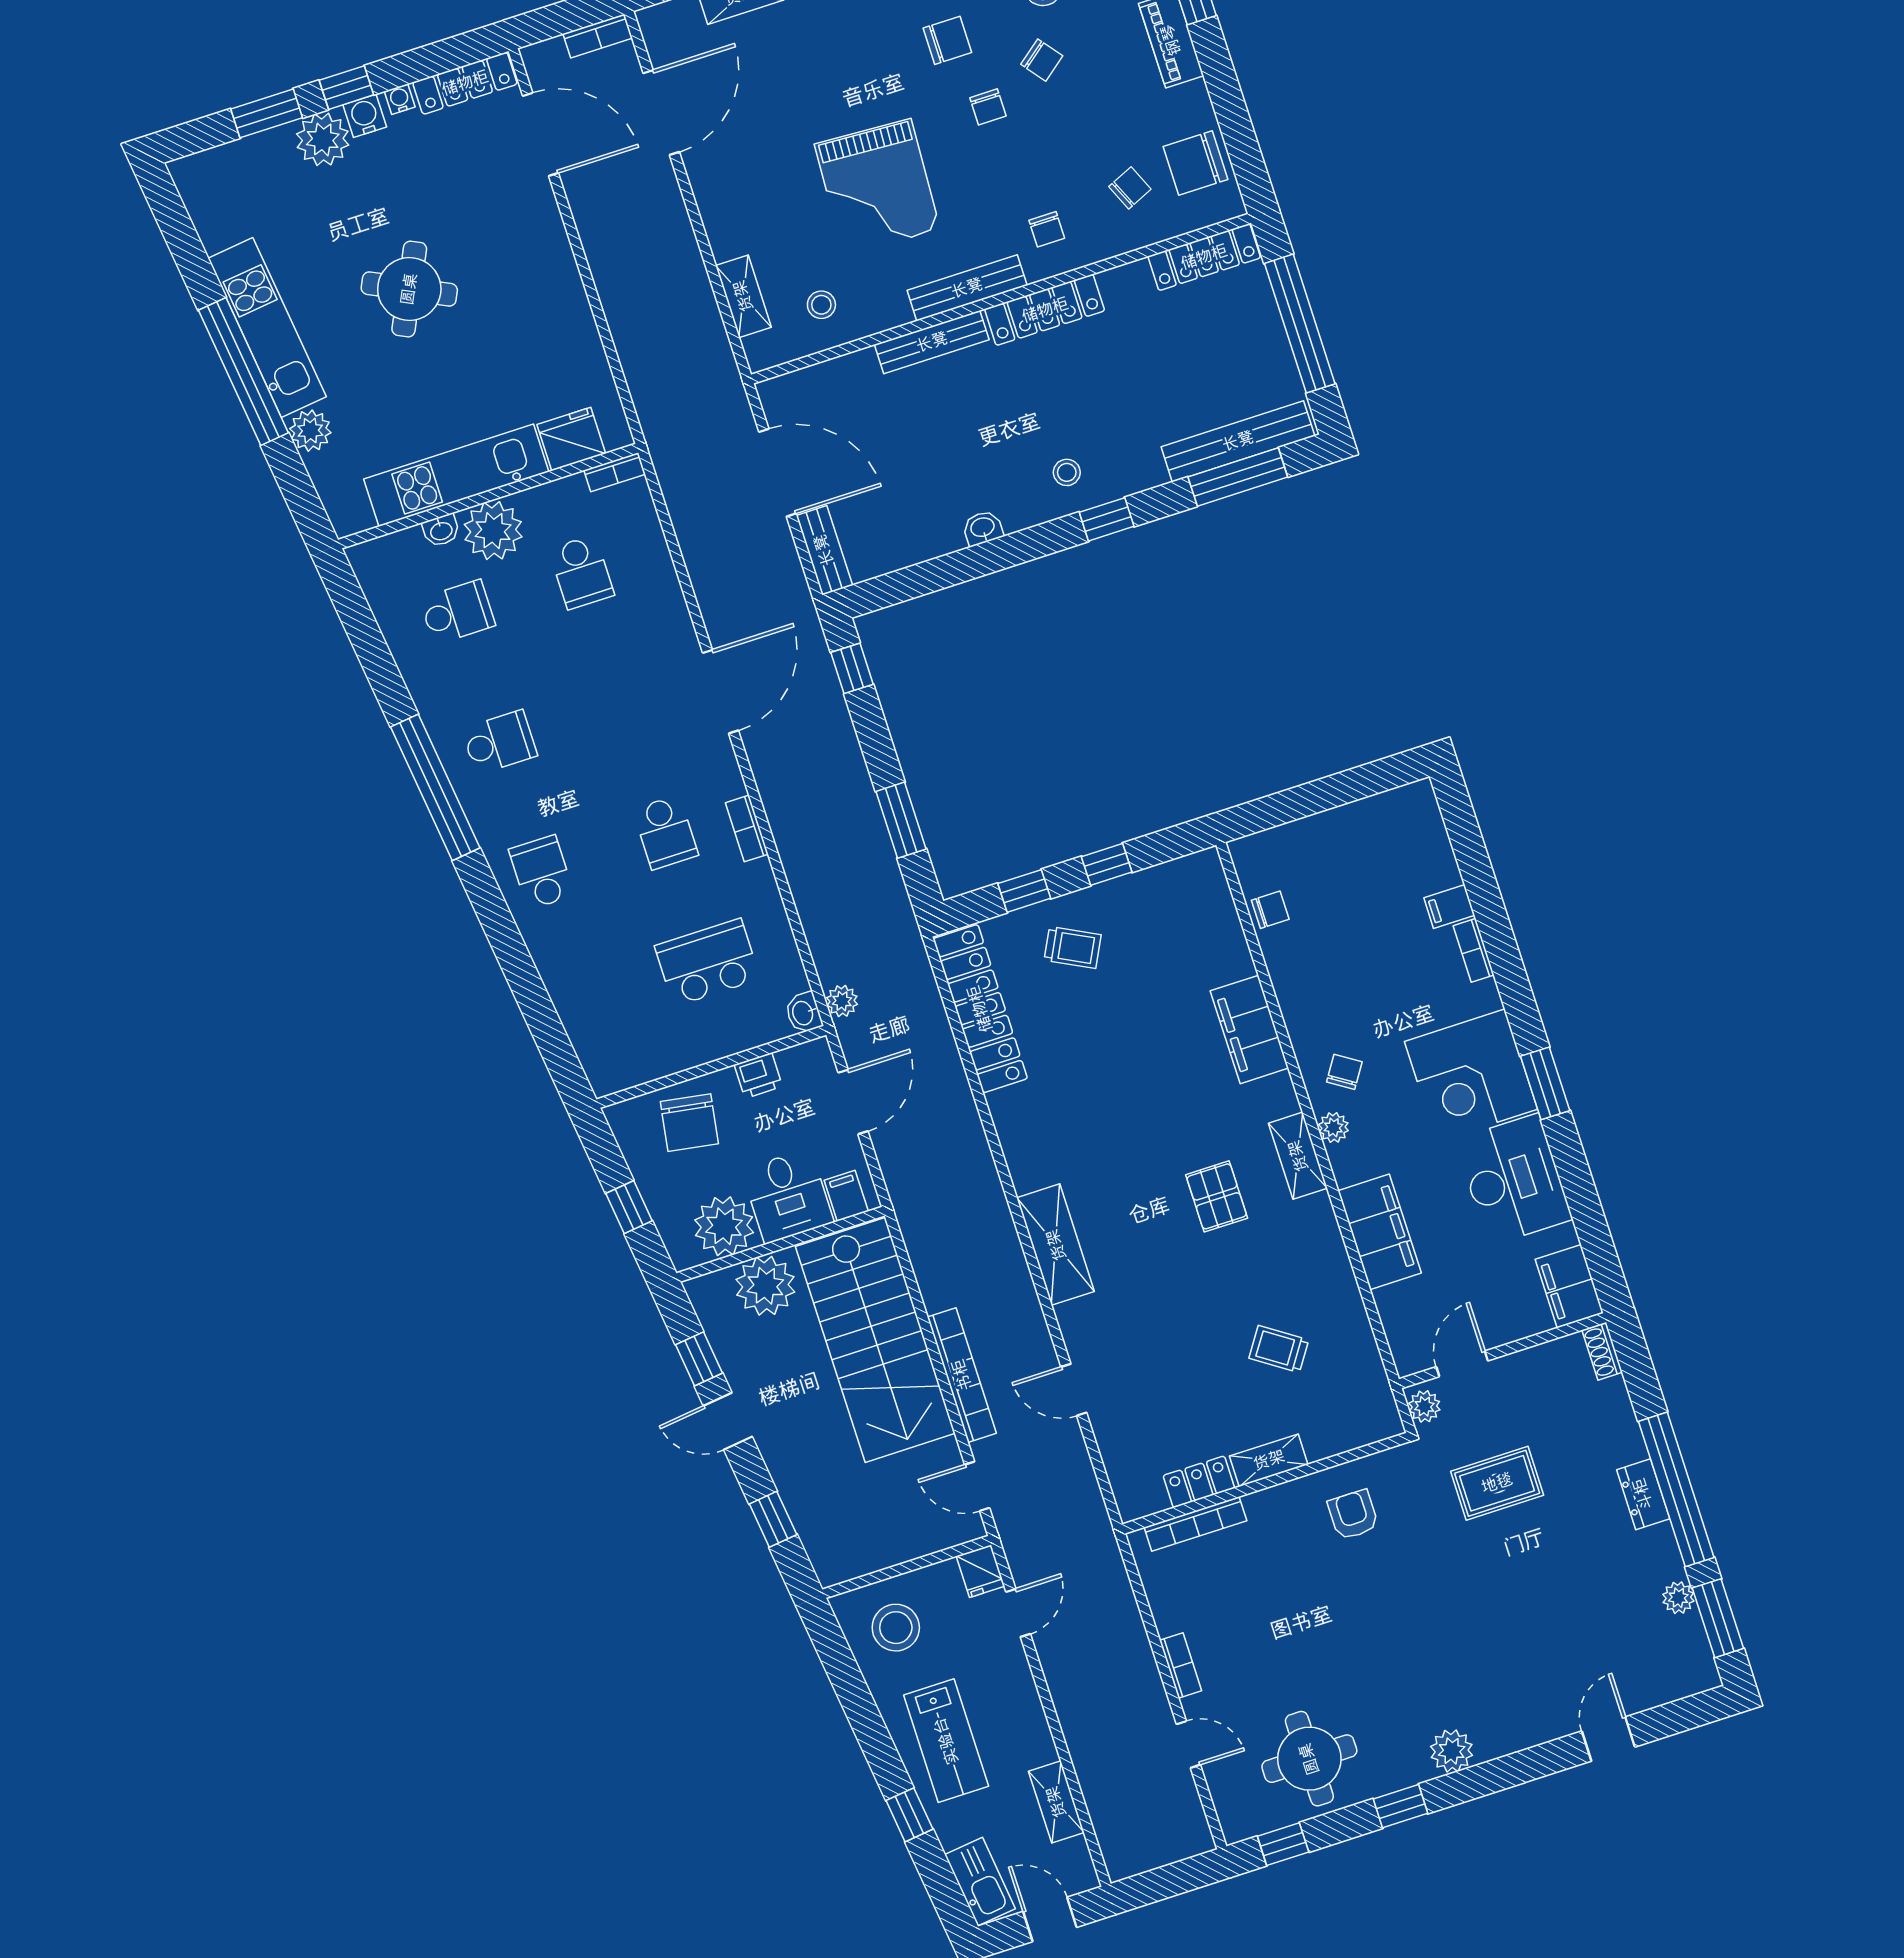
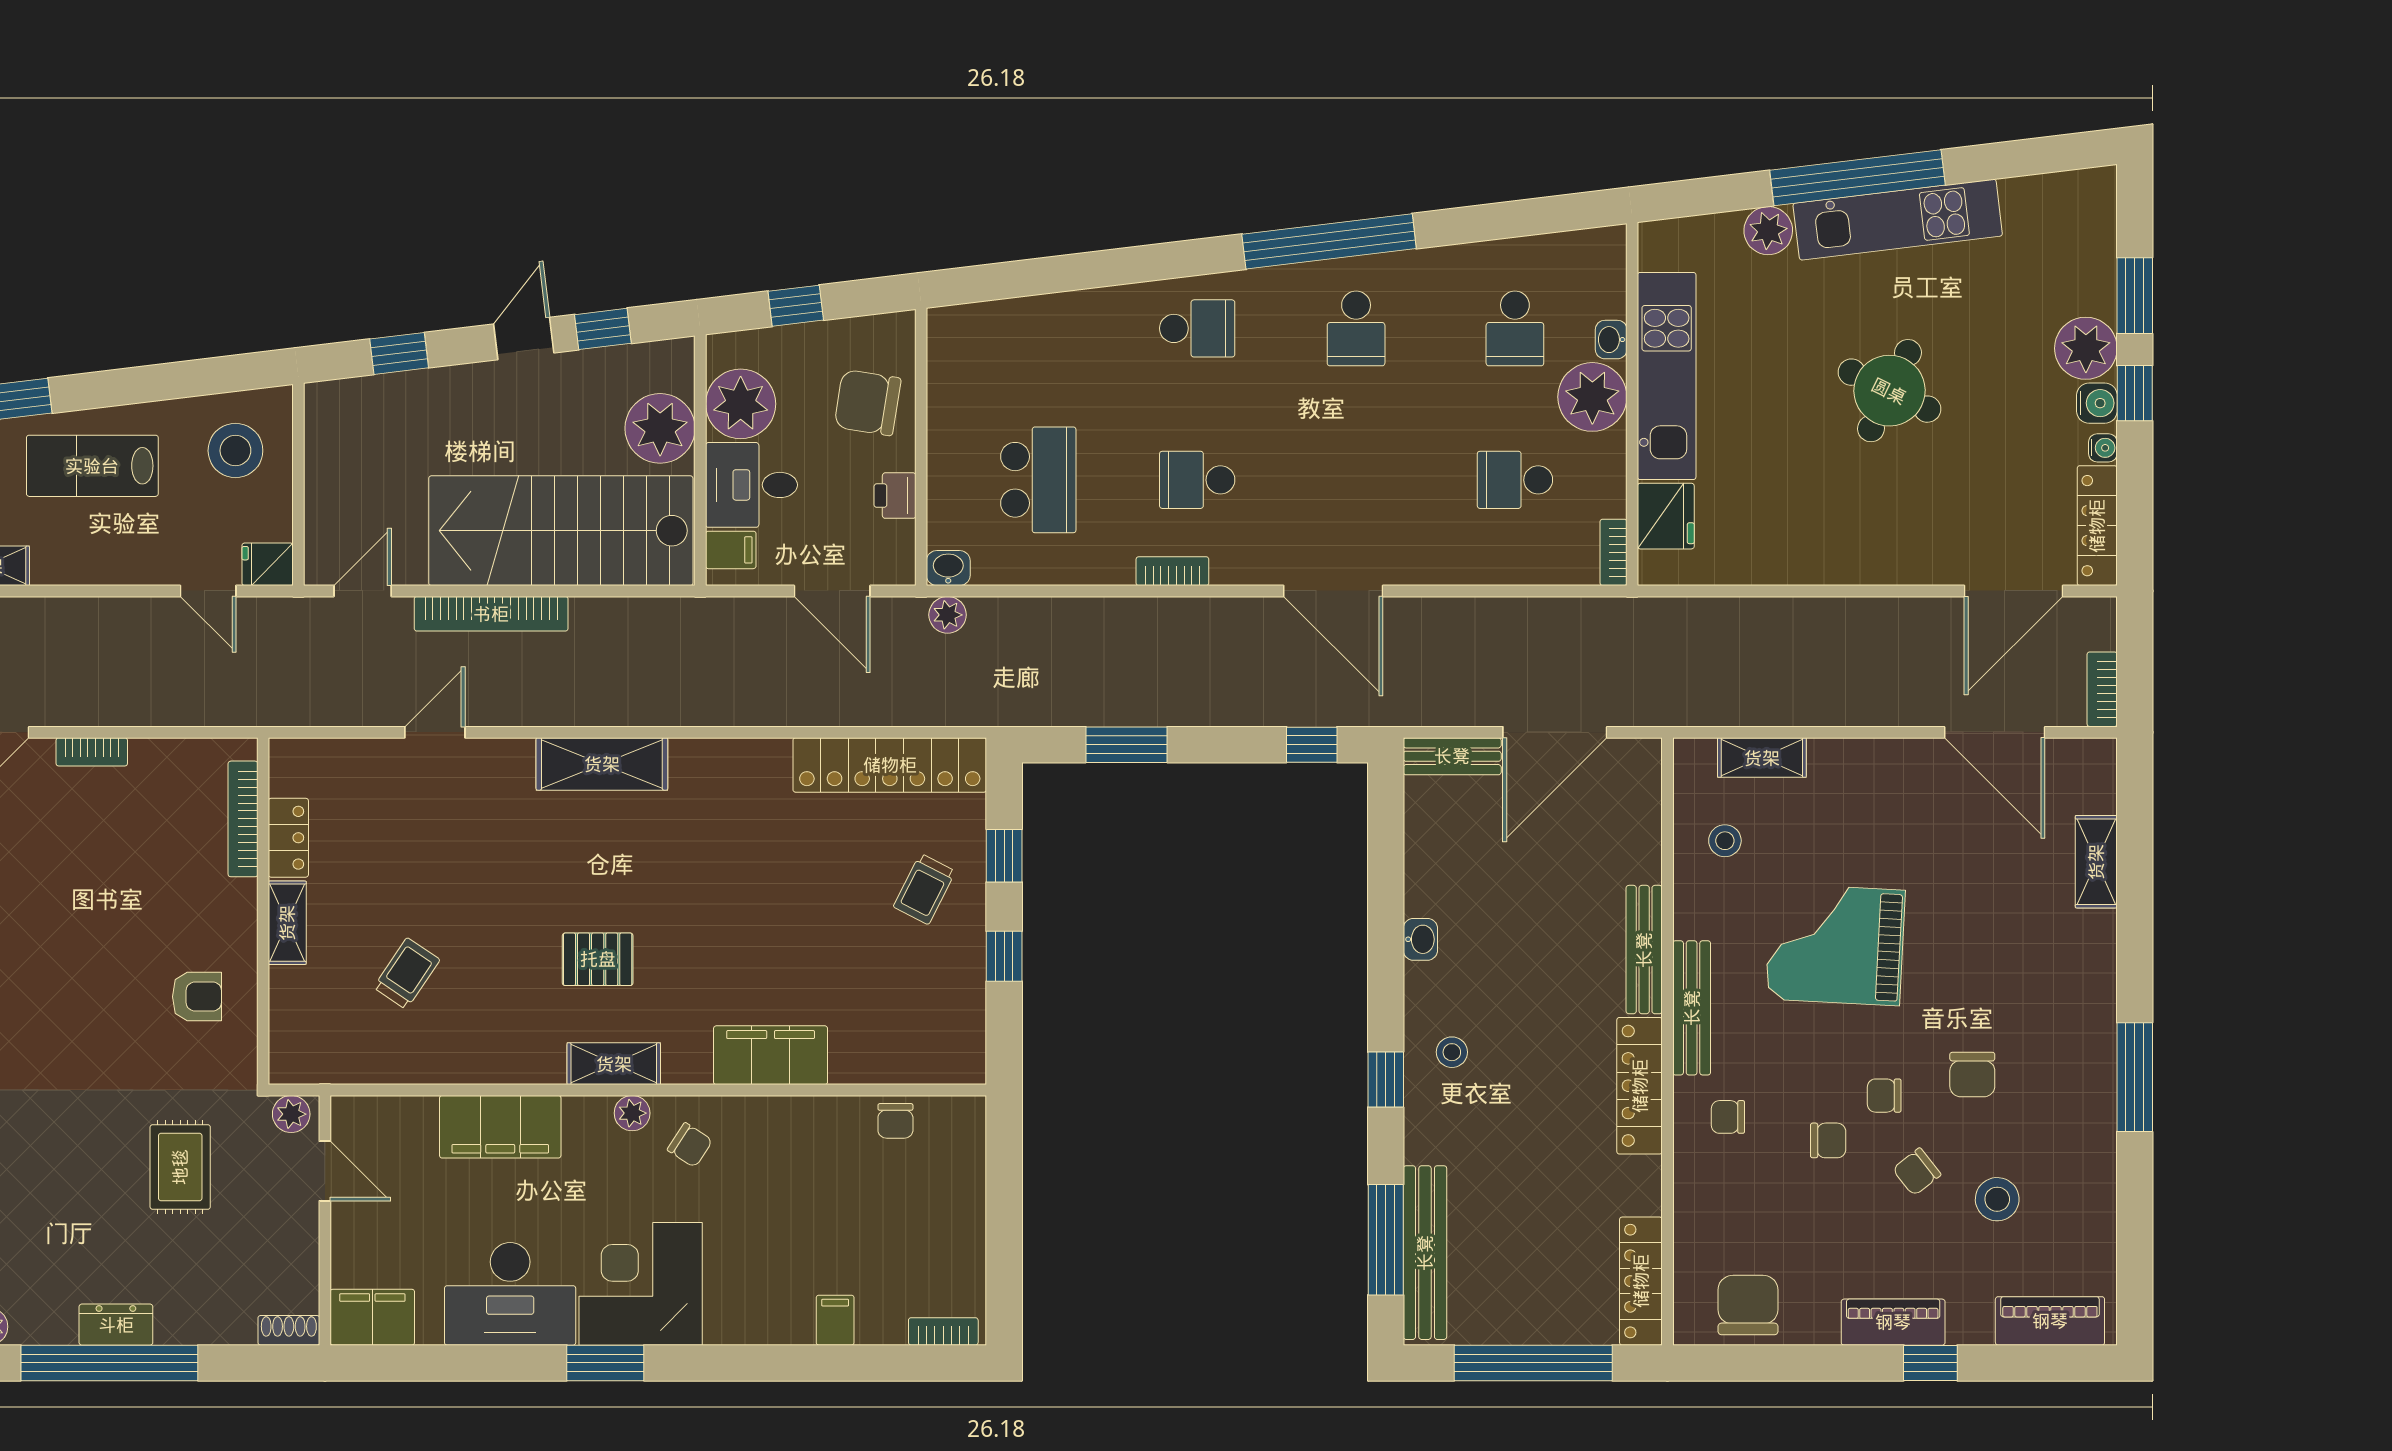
chair: (1130, 188) -> (1828, 1140), moved, turned -66
bookcase: (1474, 950) -> (943, 1331), moved

